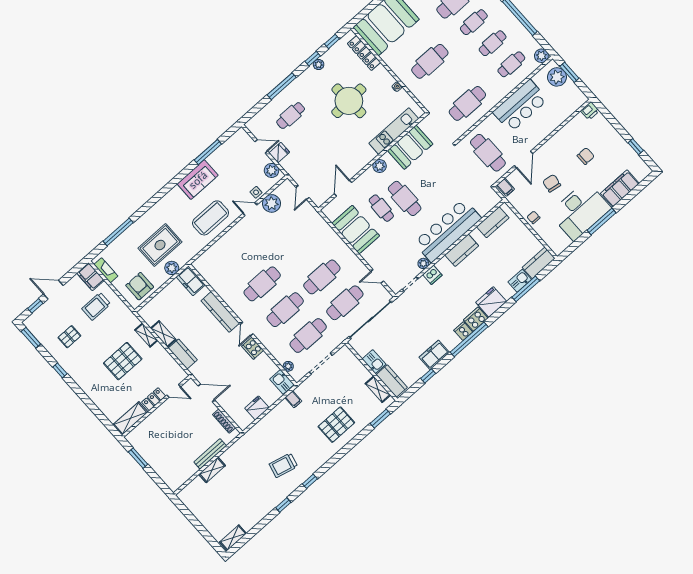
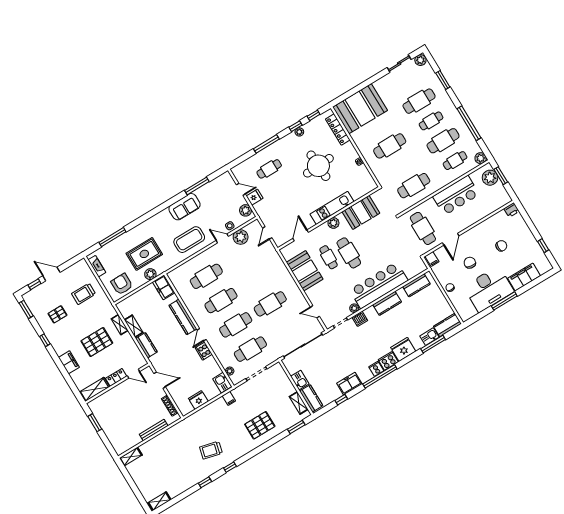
cafe table: (493, 43) -> (443, 141), width x1.37, depth x1.35
kitchen unit: (394, 131) -> (332, 208), moved
filing cabinet: (91, 277) -> (69, 362), moved, turned 180
cafe table: (345, 303) -> (206, 276), moved
shelving: (212, 470) -> (131, 457), moved

